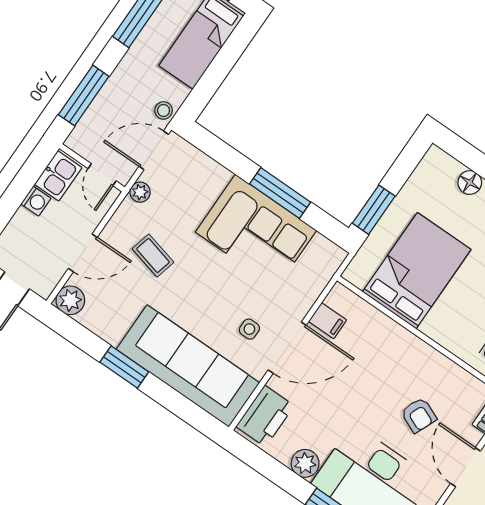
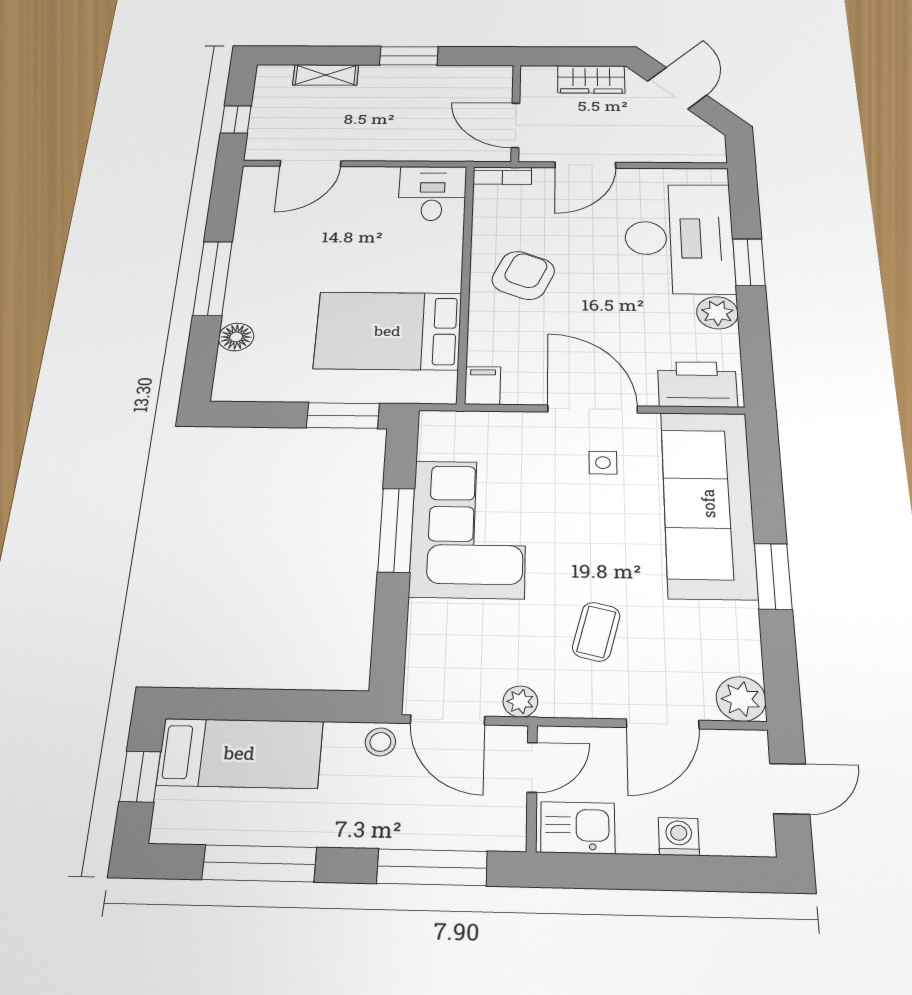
washing machine: (36, 201) -> (679, 837), moved
door: (83, 253) -> (663, 724), swing flipped
filing cabinet: (328, 321) -> (483, 386), moved
armchair: (419, 415) -> (523, 275), moved, width x1.38, depth x1.38

